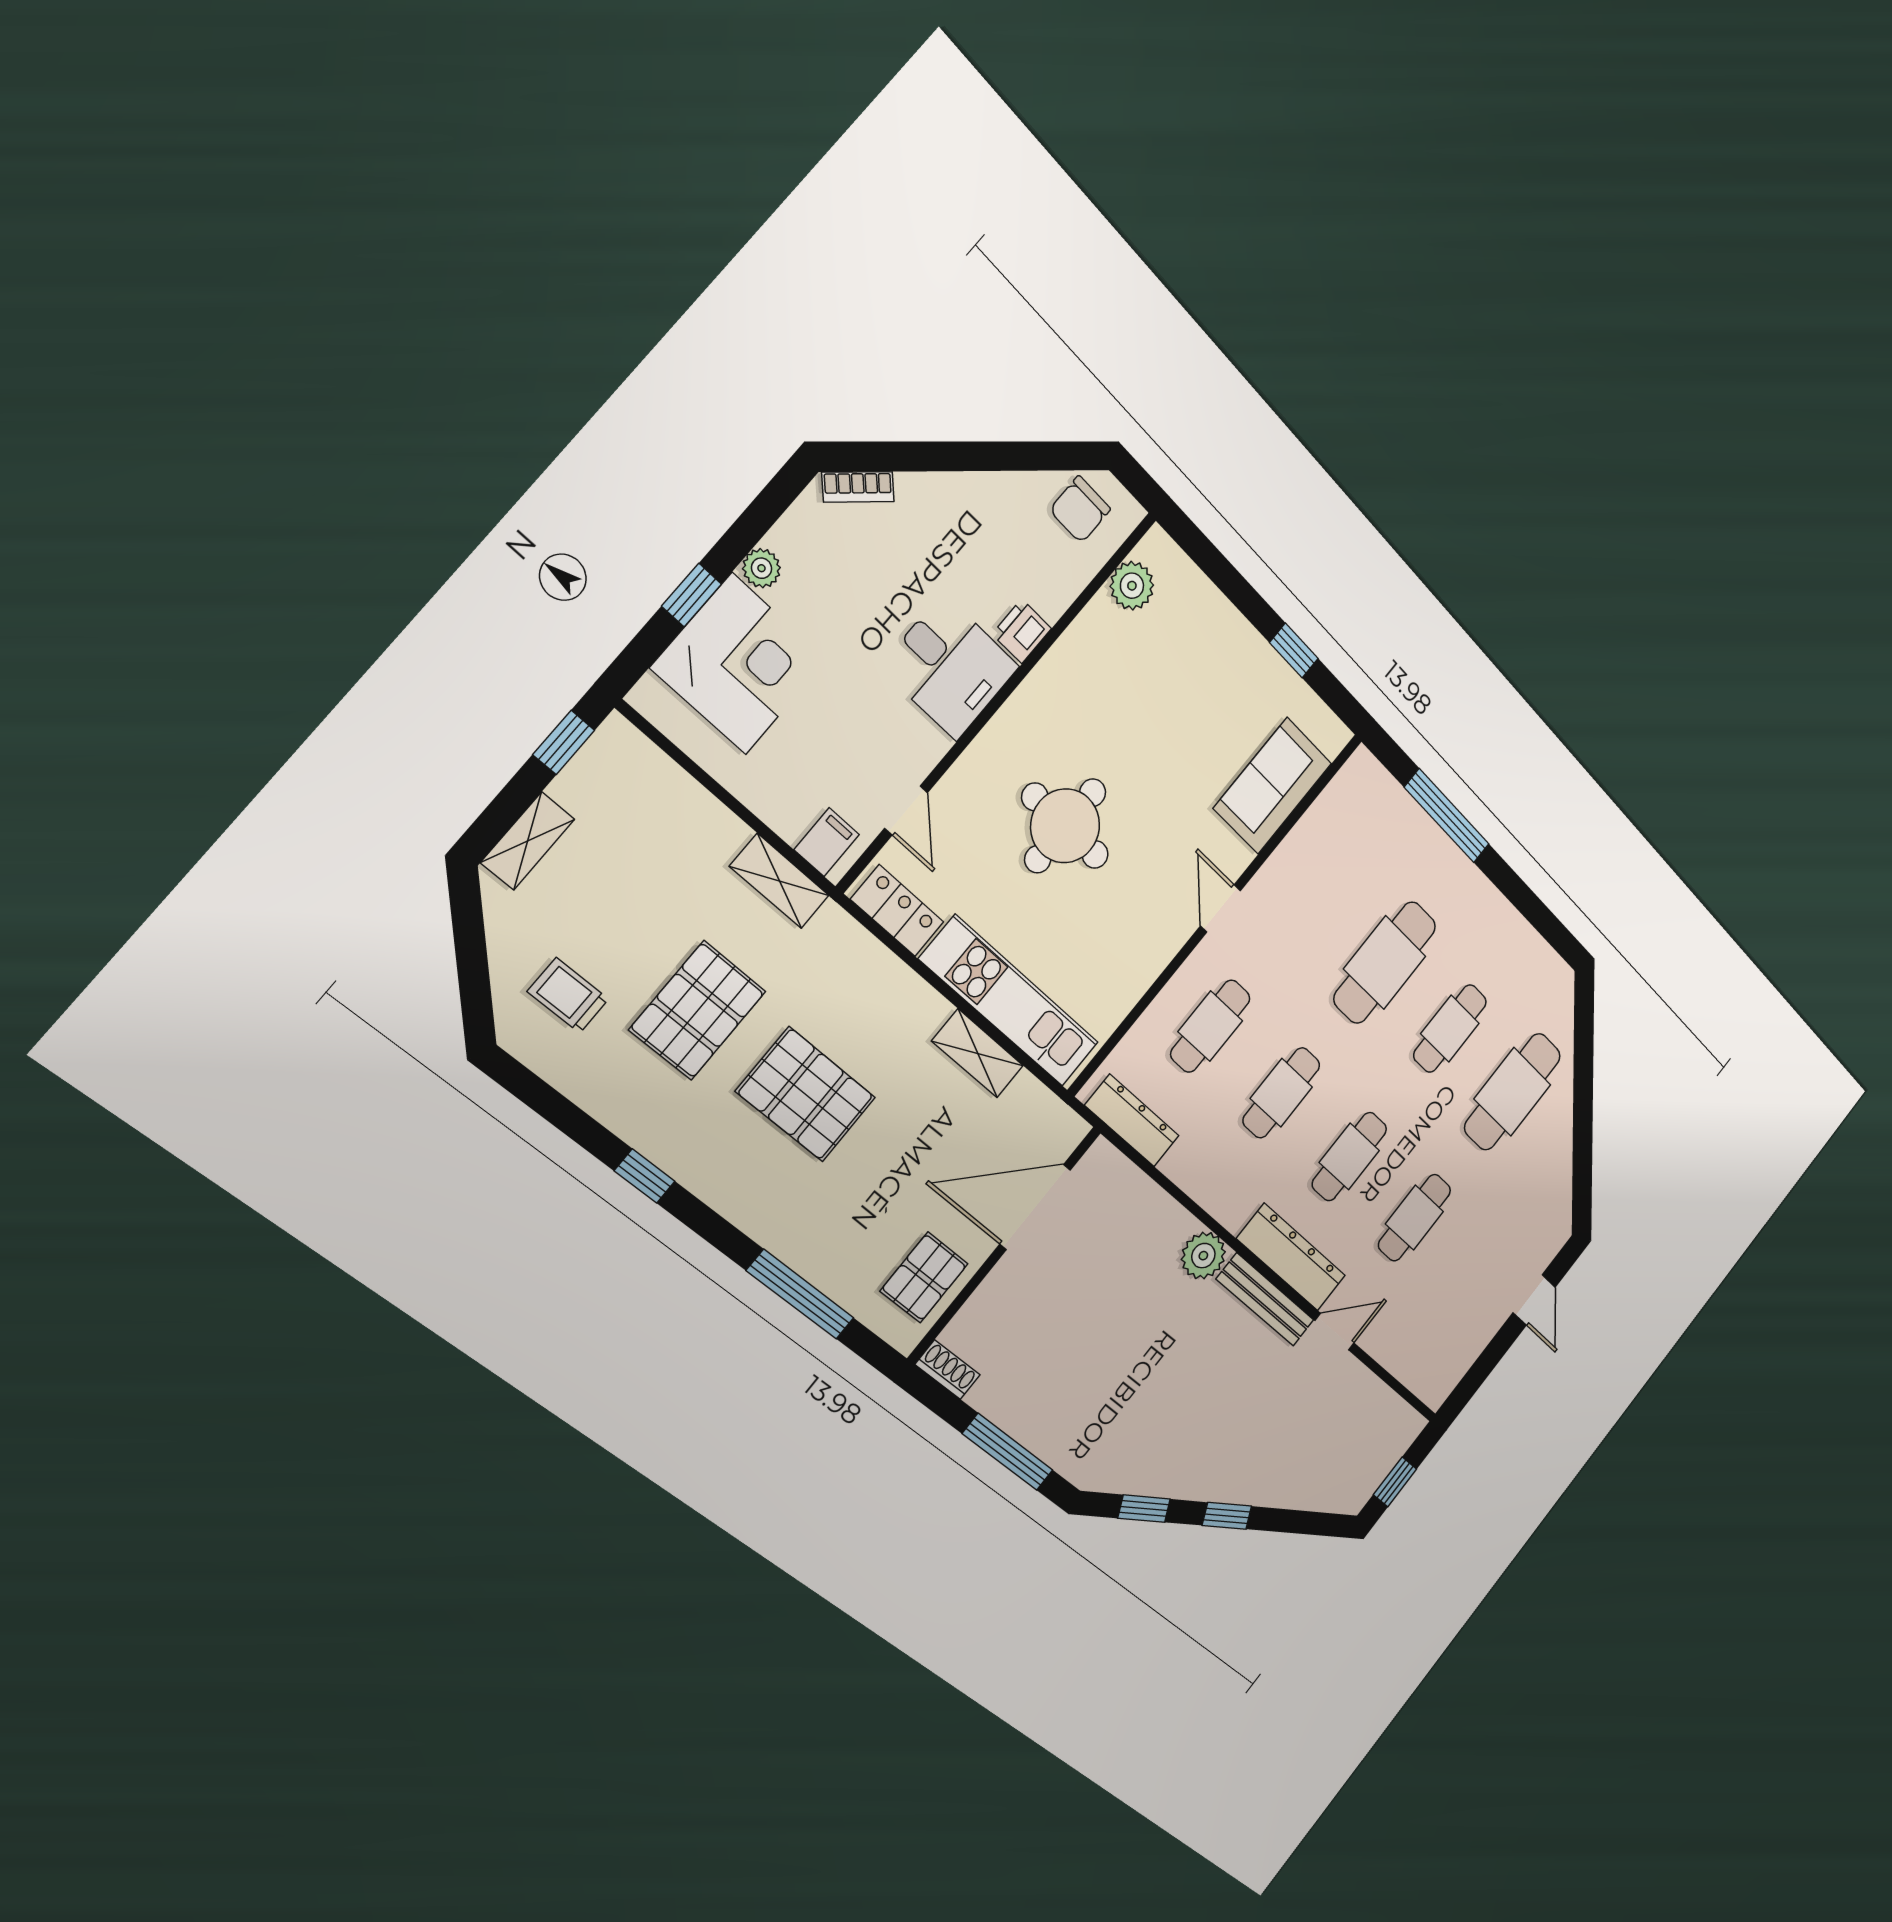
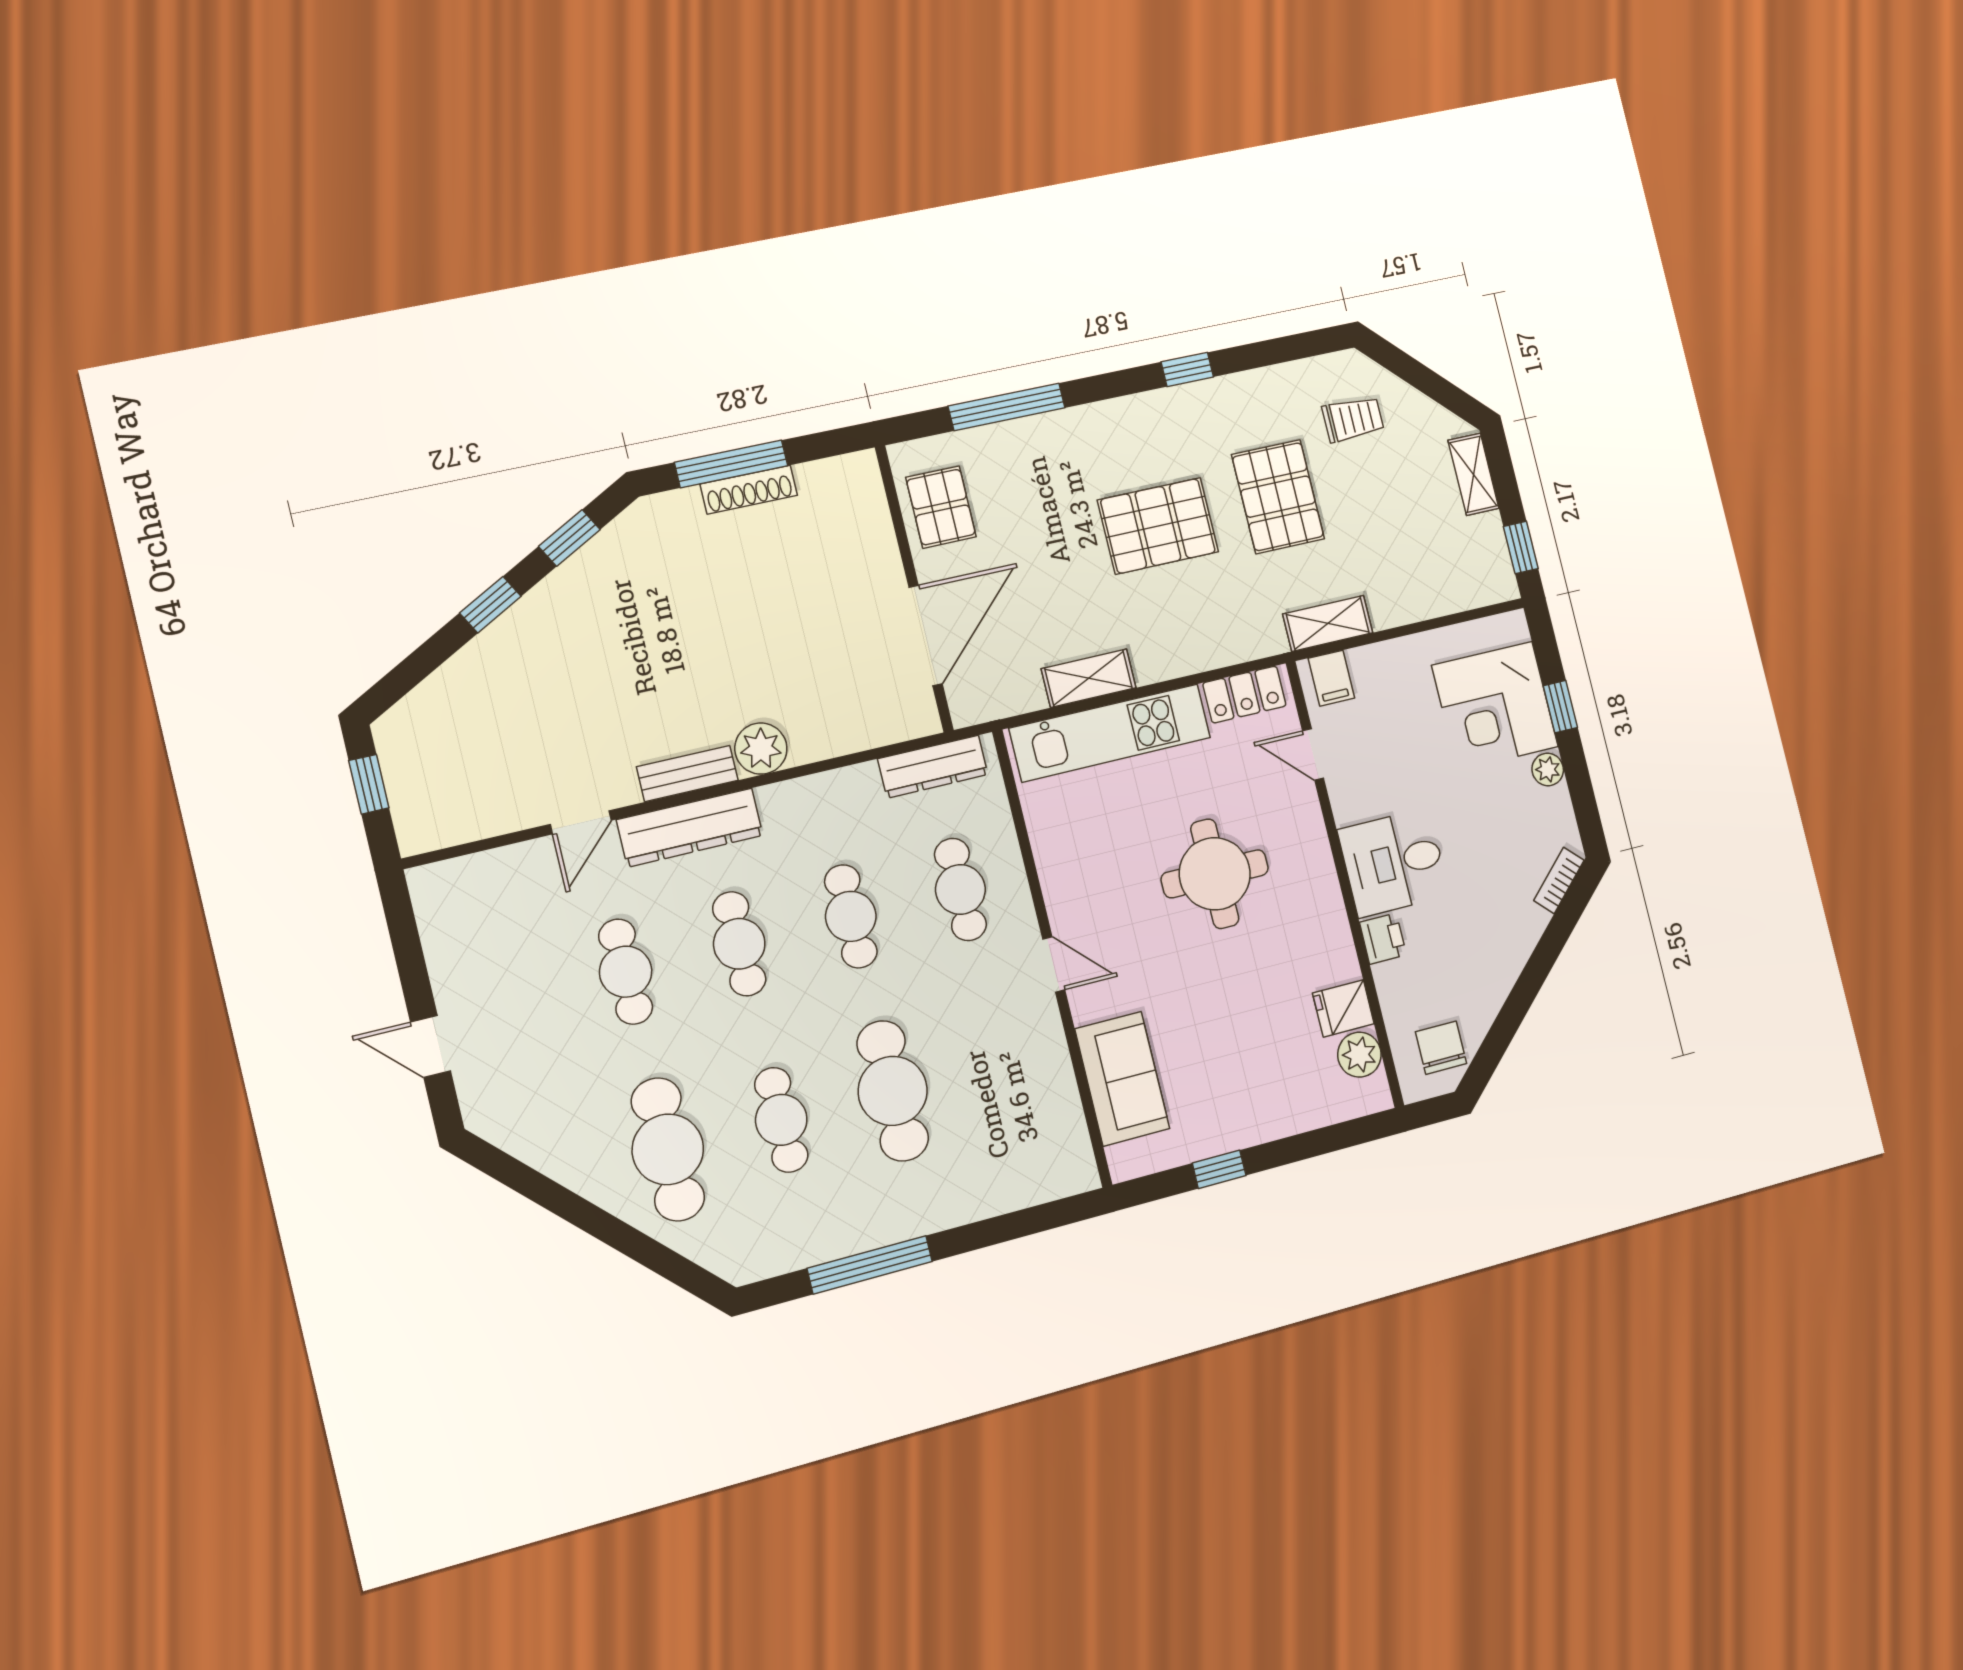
fridge: (1103, 628) -> (1343, 1008), added
window: (1447, 816) -> (870, 1265), moved
bench: (1265, 1300) -> (687, 774), width x0.73
shoe rack: (948, 1370) -> (749, 490), moved, width x1.43

